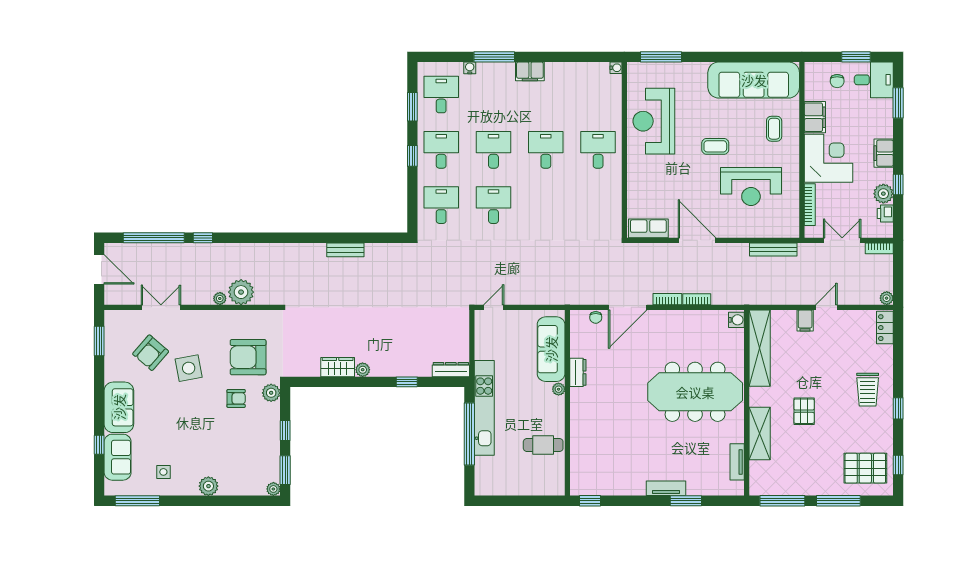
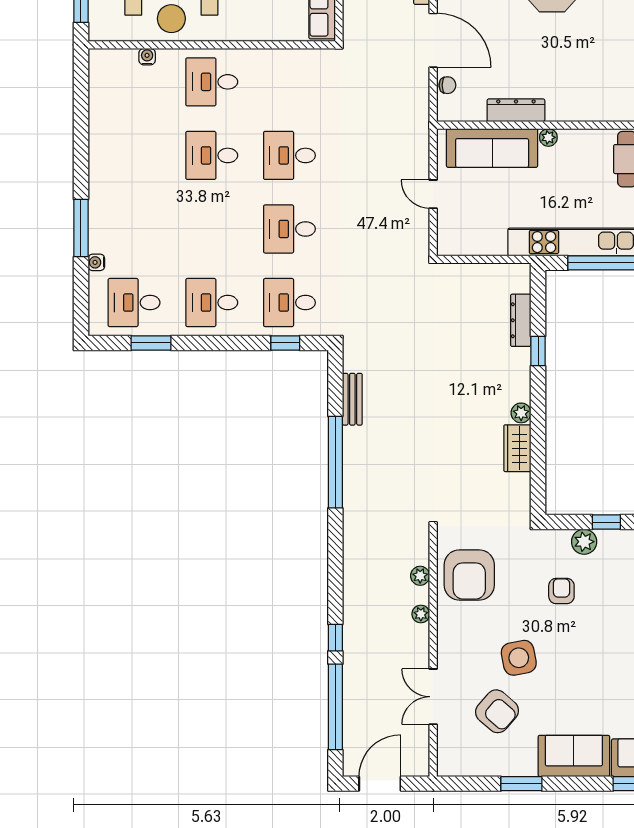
water cooler: (616, 68) -> (147, 57), moved
filing cabinet: (530, 71) -> (101, 178), removed
desk: (493, 150) -> (289, 155), moved
window: (412, 156) -> (285, 343), moved
window: (328, 238) -> (335, 462), added
bench: (345, 250) -> (352, 399), moved
plant: (241, 292) -> (420, 576), width x0.53, depth x0.53
door: (494, 307) -> (433, 194), moved
window: (99, 341) -> (521, 784), moved
armchair: (248, 357) -> (469, 575), moved
dresser: (451, 370) -> (521, 320), moved
dresser: (578, 372) -> (516, 110), width x1.44
plant: (271, 393) -> (584, 542), moved

